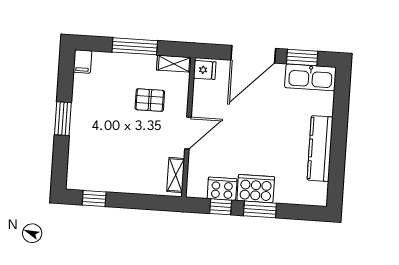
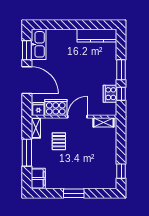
filing cabinet: (82, 62) -> (38, 178), width x2.00
door: (188, 133) -> (77, 117), hinge flipped
kitchen counter: (320, 149) -> (97, 36), moved
cooker: (256, 189) -> (56, 107), moved, turned 90

